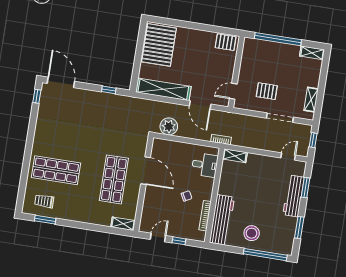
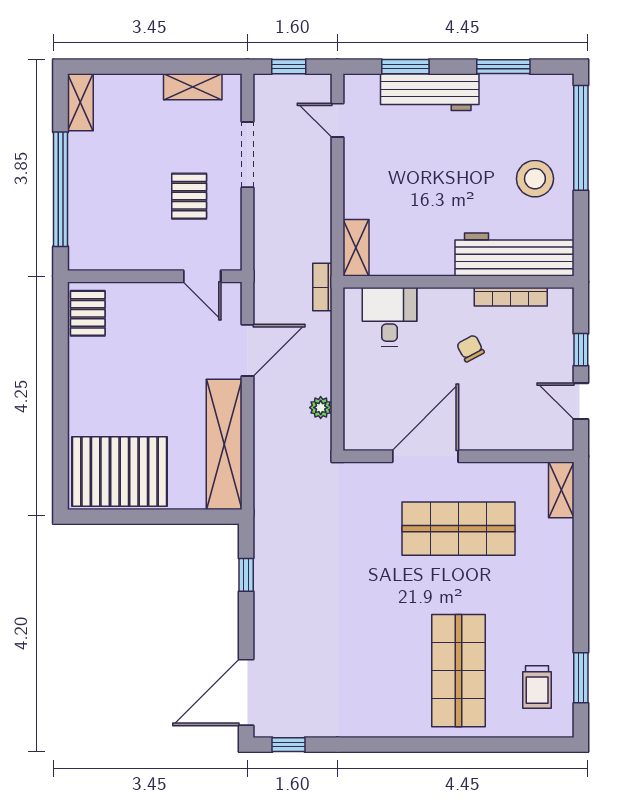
plant: (169, 126) -> (321, 408), width x0.53, depth x0.53

